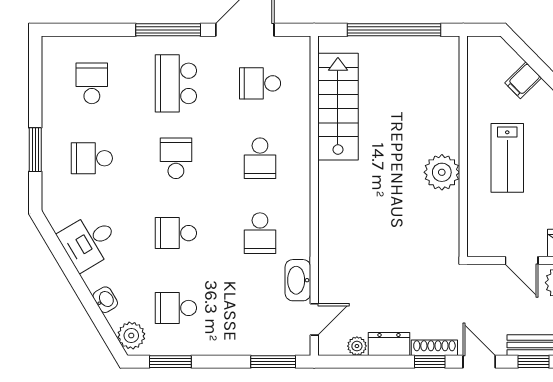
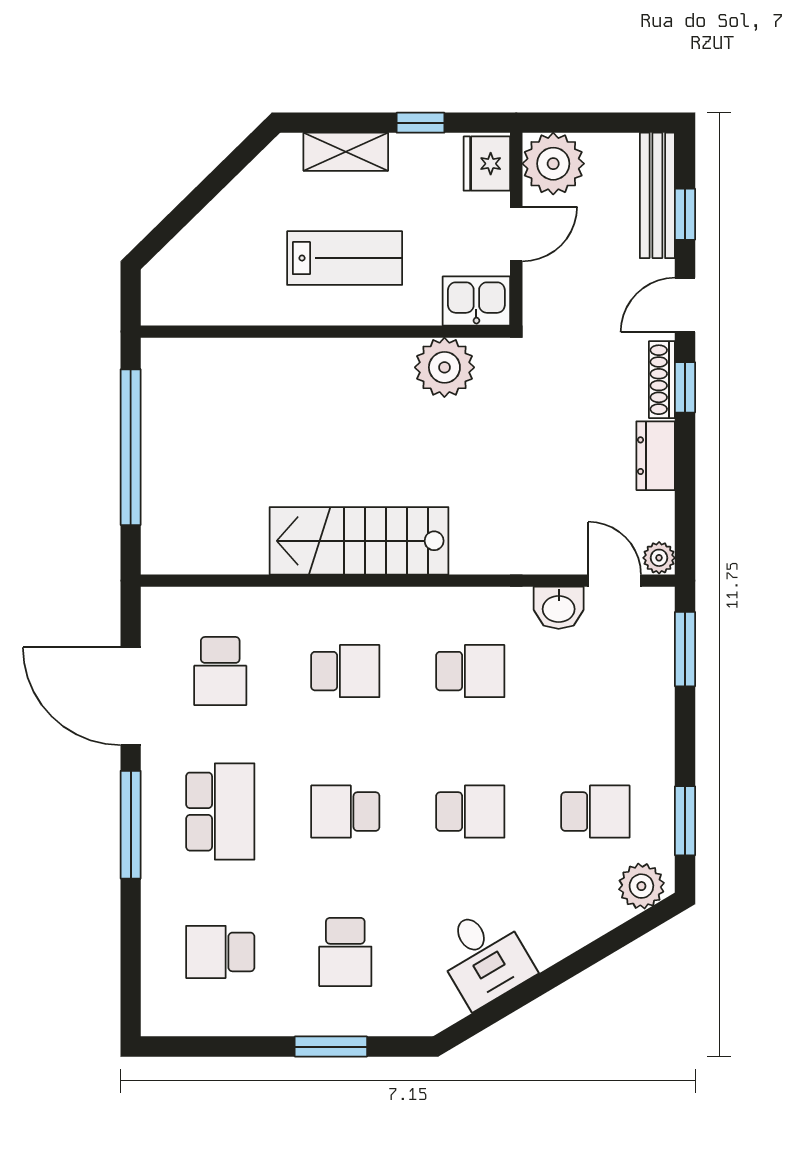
filing cabinet: (523, 80) -> (215, 232), removed
school desk: (176, 83) -> (220, 812), turned -90
stairs: (338, 107) -> (359, 541), moved
plant: (442, 172) -> (444, 367), moved
school desk: (176, 233) -> (470, 812), turned -90
kitchen sink: (482, 237) -> (476, 301), added
washbasin: (298, 280) -> (559, 608), width x0.72
washbasin: (105, 300) -> (582, 930), removed
school desk: (176, 308) -> (595, 812), turned -90
plant: (357, 346) -> (659, 558), moved

